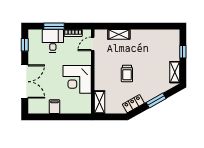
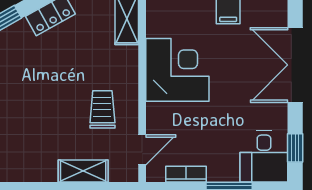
desk: (53, 41) -> (264, 157), moved
trolley: (127, 74) -> (102, 109), moved

